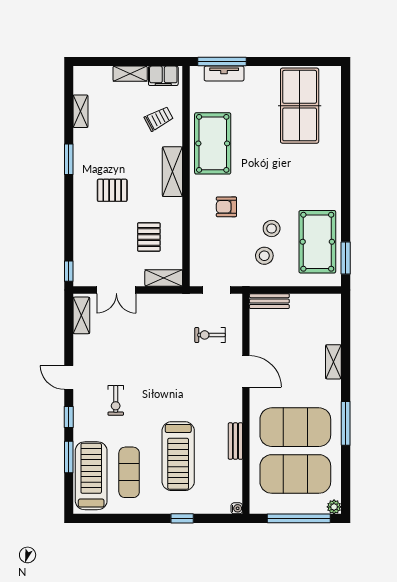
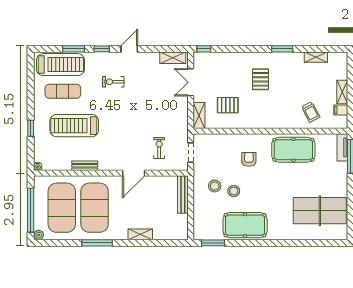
tv unit: (224, 74) -> (342, 147), moved
filing cabinet: (163, 76) -> (341, 110), width x0.50
shelving: (172, 172) -> (274, 122), removed
pool table: (317, 242) -> (245, 225), moved
bench: (269, 301) -> (183, 195), width x1.36

